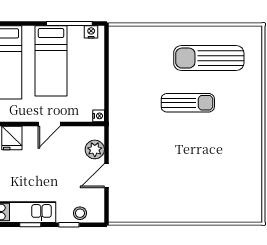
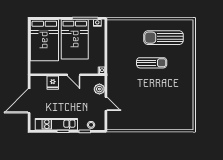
bed: (51, 61) -> (75, 39), width x1.50
door: (49, 124) -> (74, 75), hinge flipped
door: (106, 176) -> (106, 104), swing flipped

